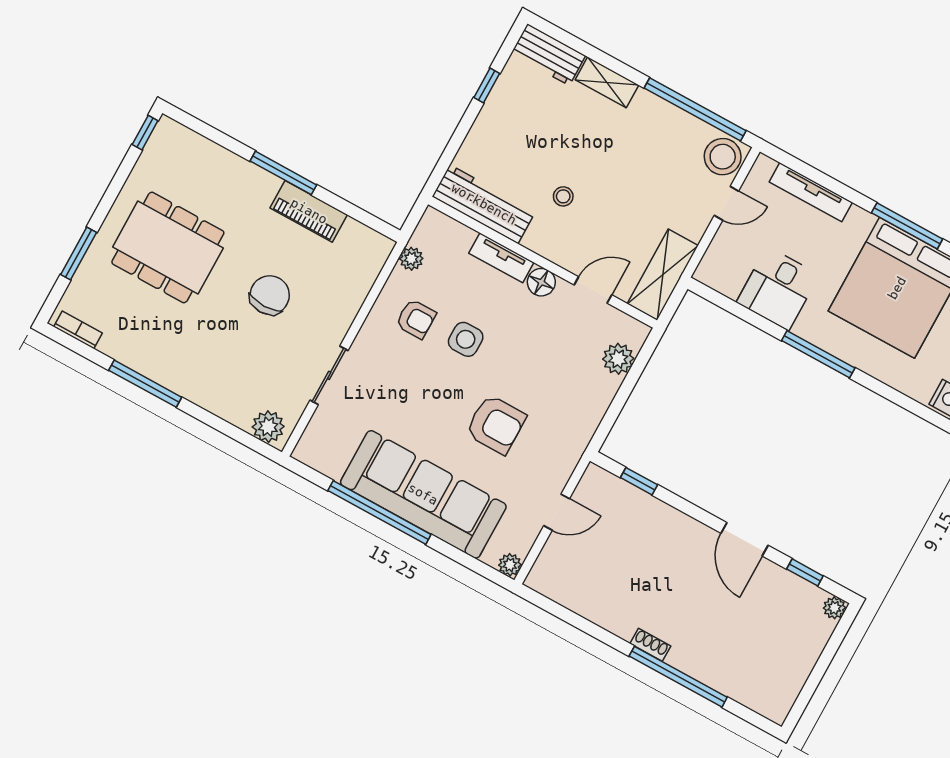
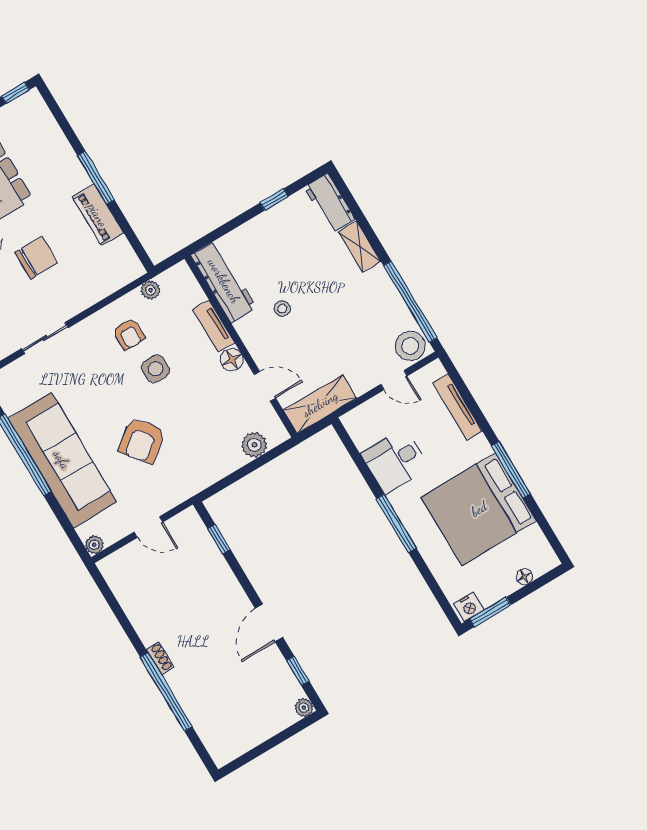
armchair: (496, 424) -> (142, 441), turned 52

